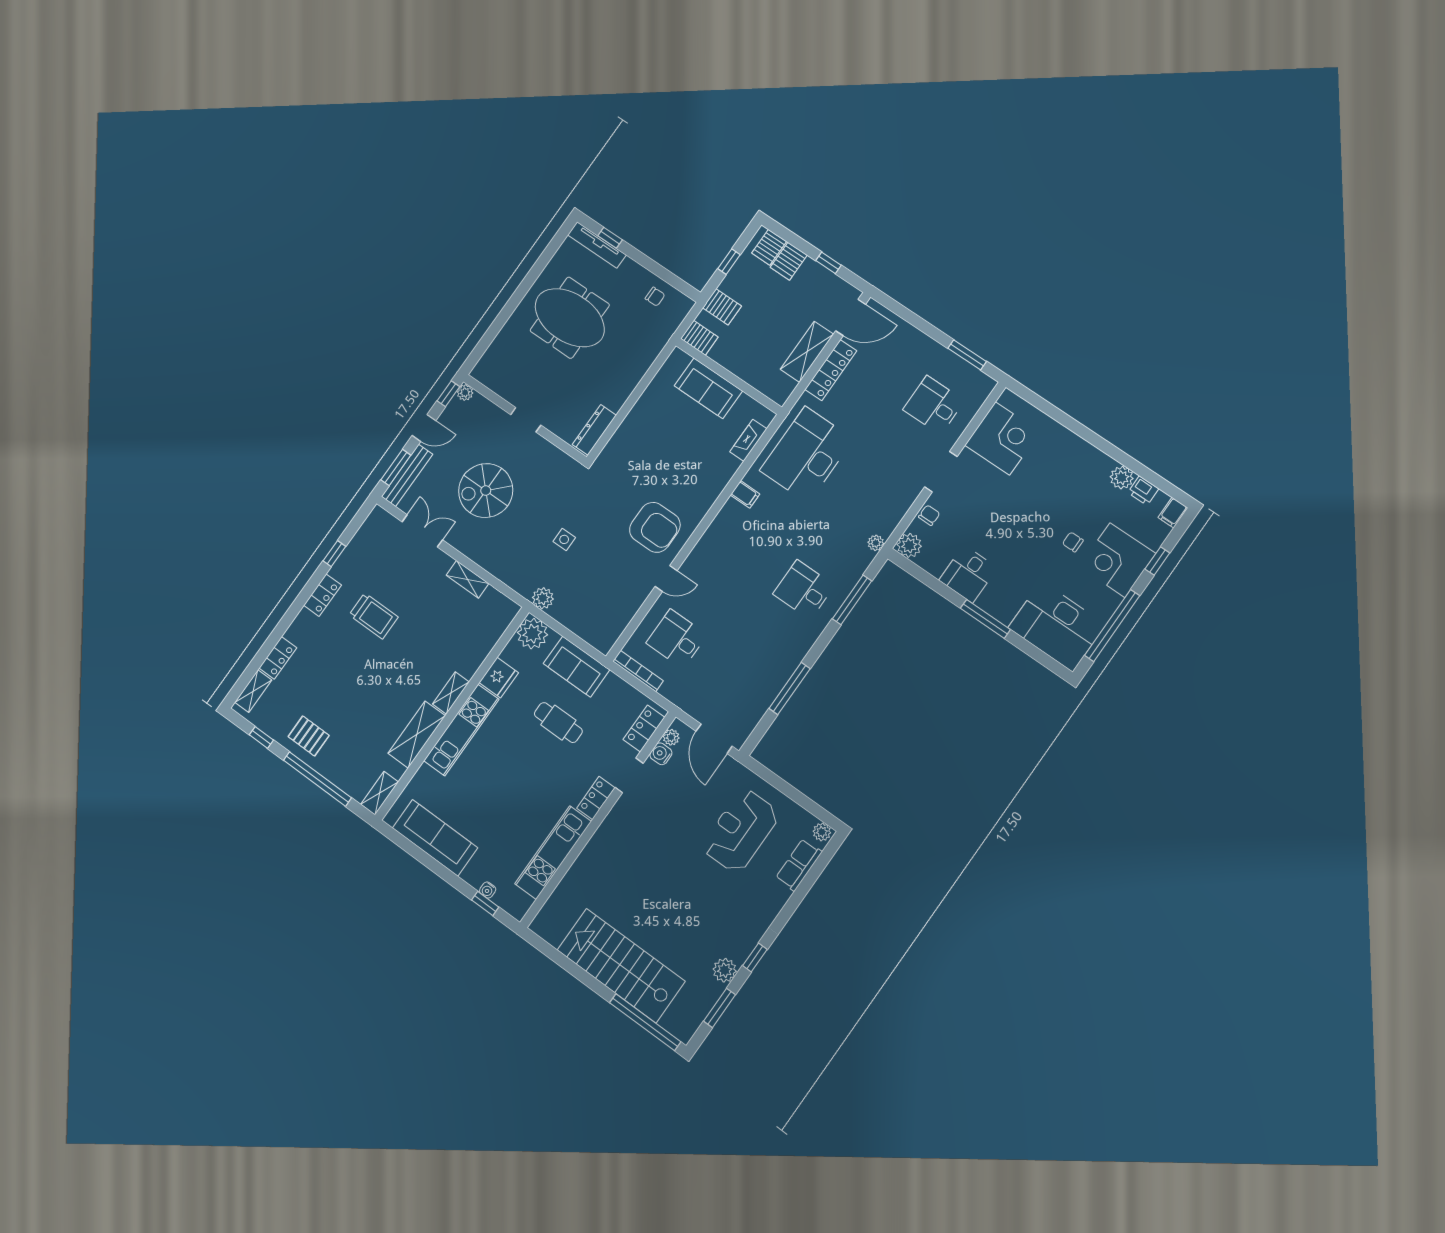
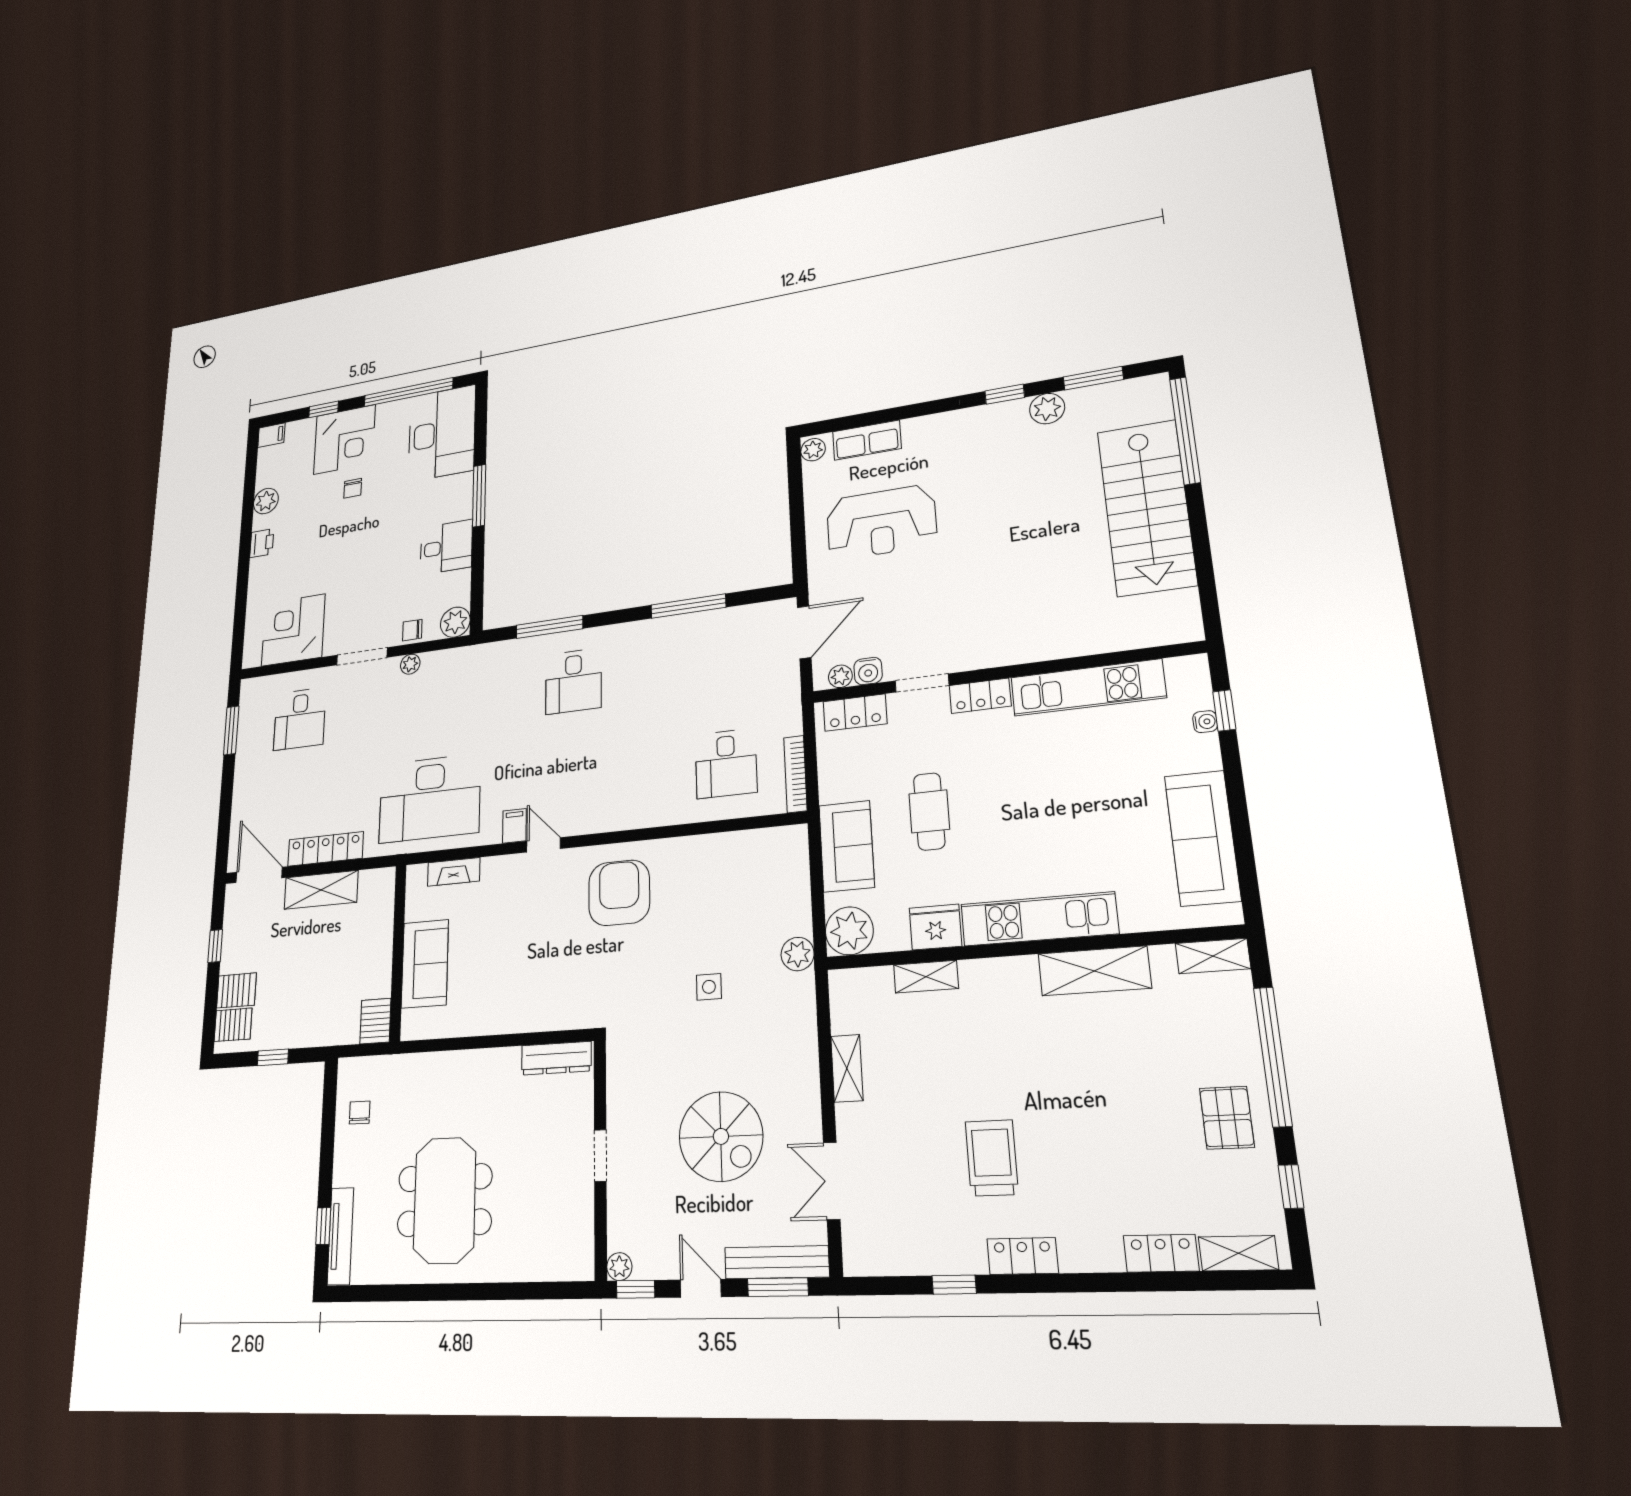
server rack: (722, 307) -> (327, 1024), removed
printer: (1143, 491) -> (262, 543), moved
plant: (876, 543) -> (410, 664), moved
door: (666, 579) -> (543, 845), moved
shelving: (451, 693) -> (926, 977), moved

